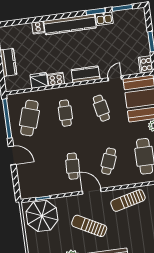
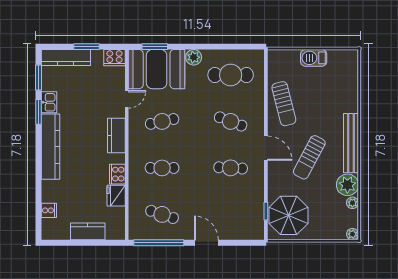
kitchen counter: (141, 27) -> (66, 58), added
cooker: (38, 28) -> (49, 210), moved
door: (115, 78) -> (127, 99), swing flipped
cafe table: (29, 118) -> (162, 214), width x0.73, depth x0.74
door: (12, 155) -> (206, 243), hinge flipped
door: (92, 191) -> (266, 148), swing flipped

